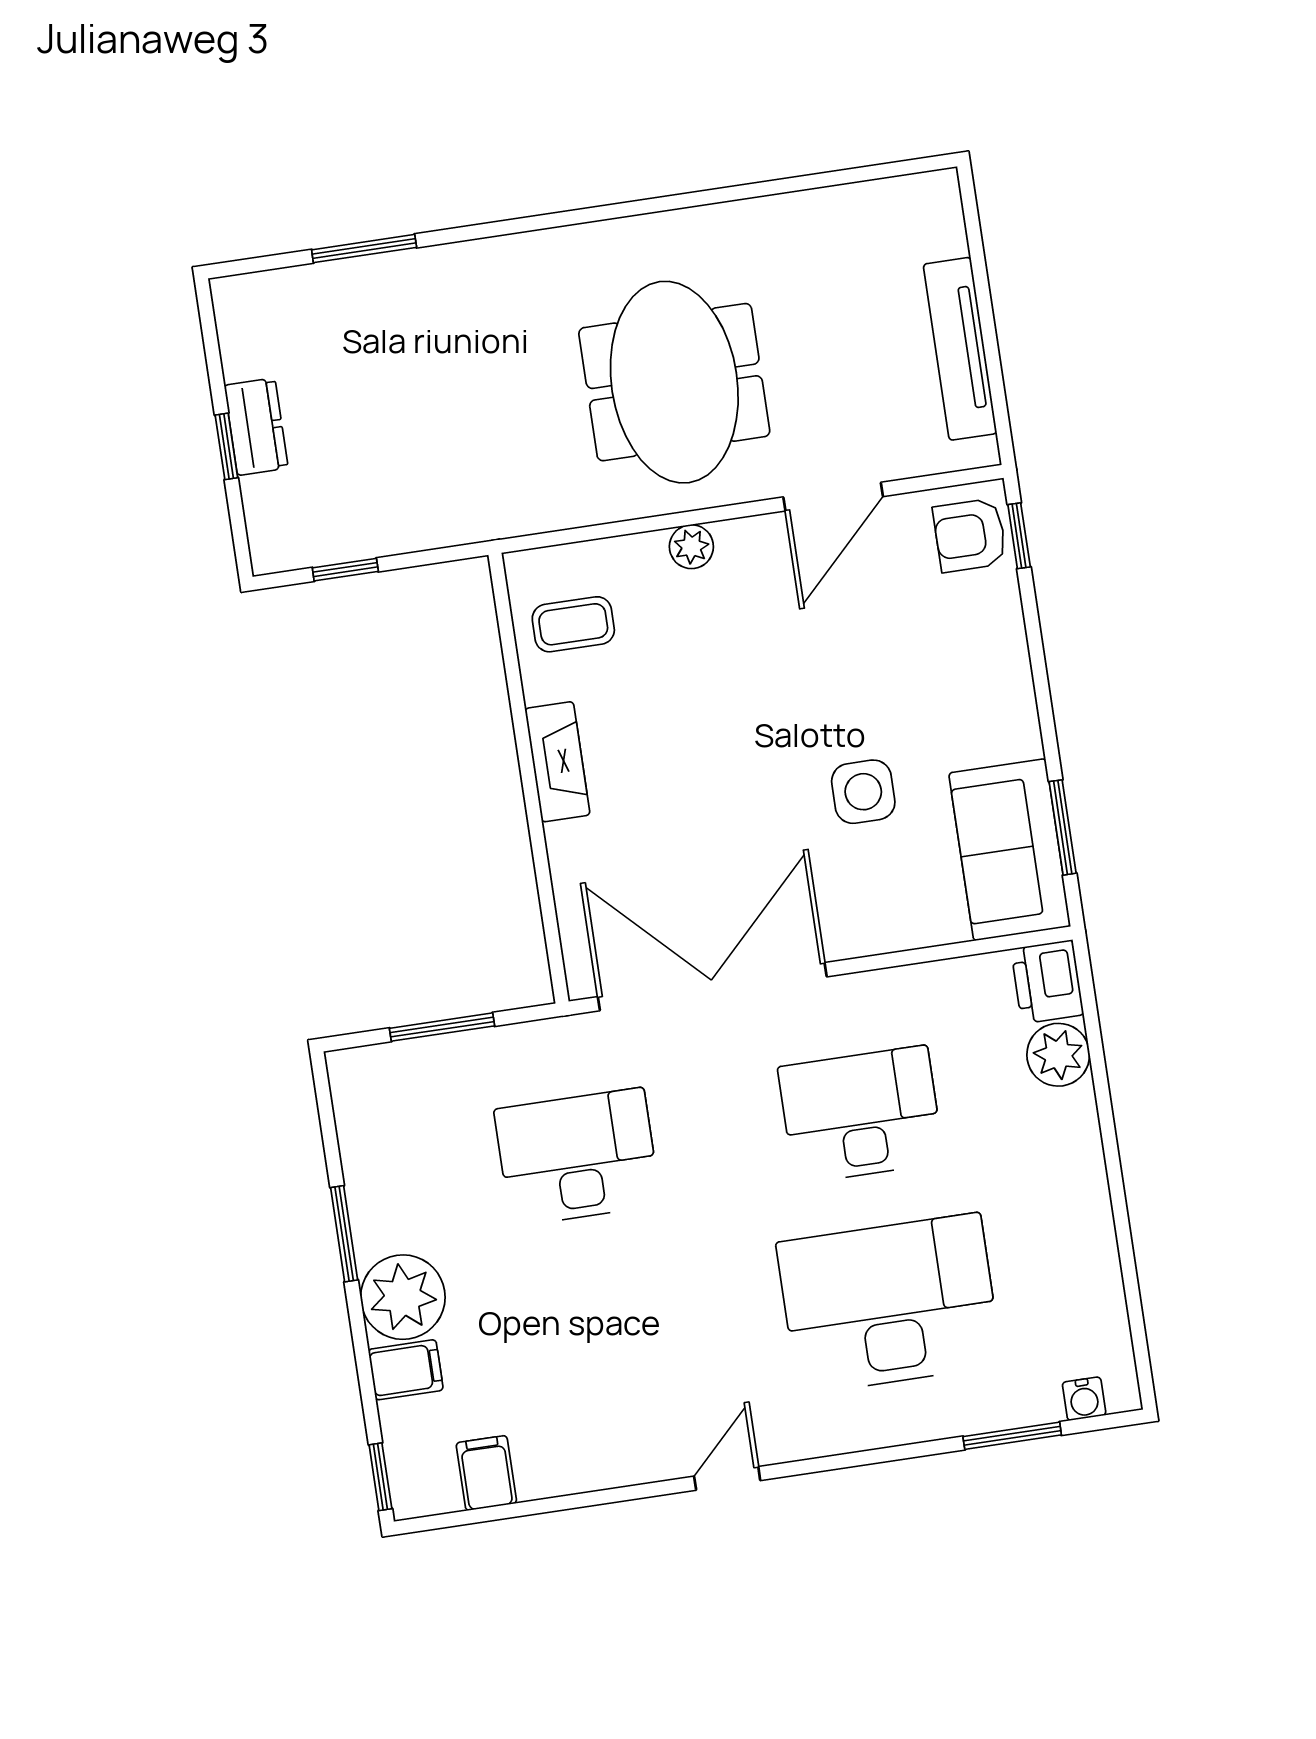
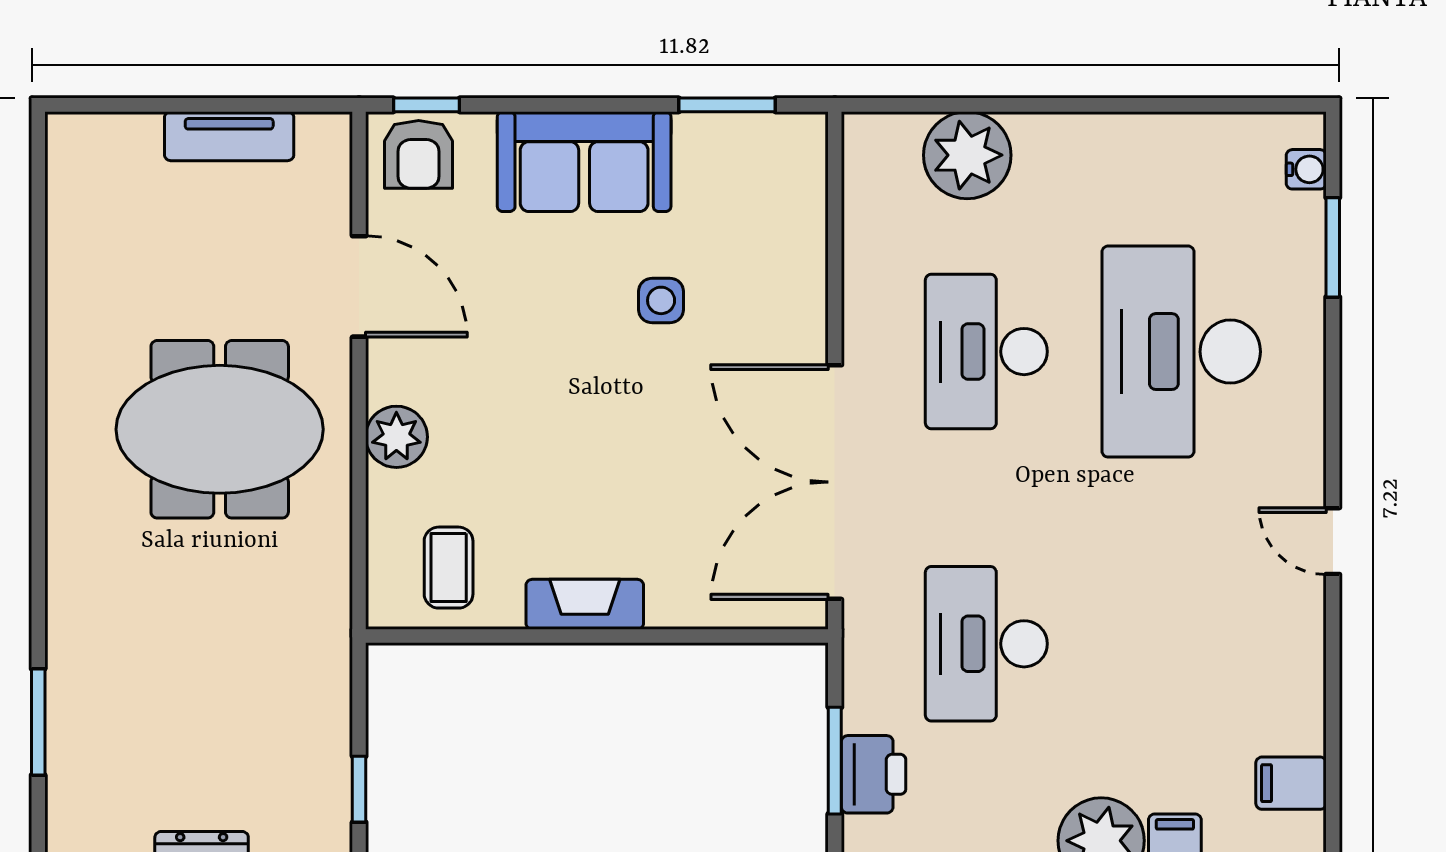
tv unit: (960, 349) -> (229, 136), width x0.71
plant: (691, 547) -> (396, 437), width x1.38, depth x1.38
side table: (863, 792) -> (661, 300), width x0.73, depth x0.73
sofa: (1010, 850) -> (584, 162), moved
printer: (1047, 982) -> (874, 774), moved, turned -90
plant: (1058, 1055) -> (967, 155), width x1.36, depth x1.36

